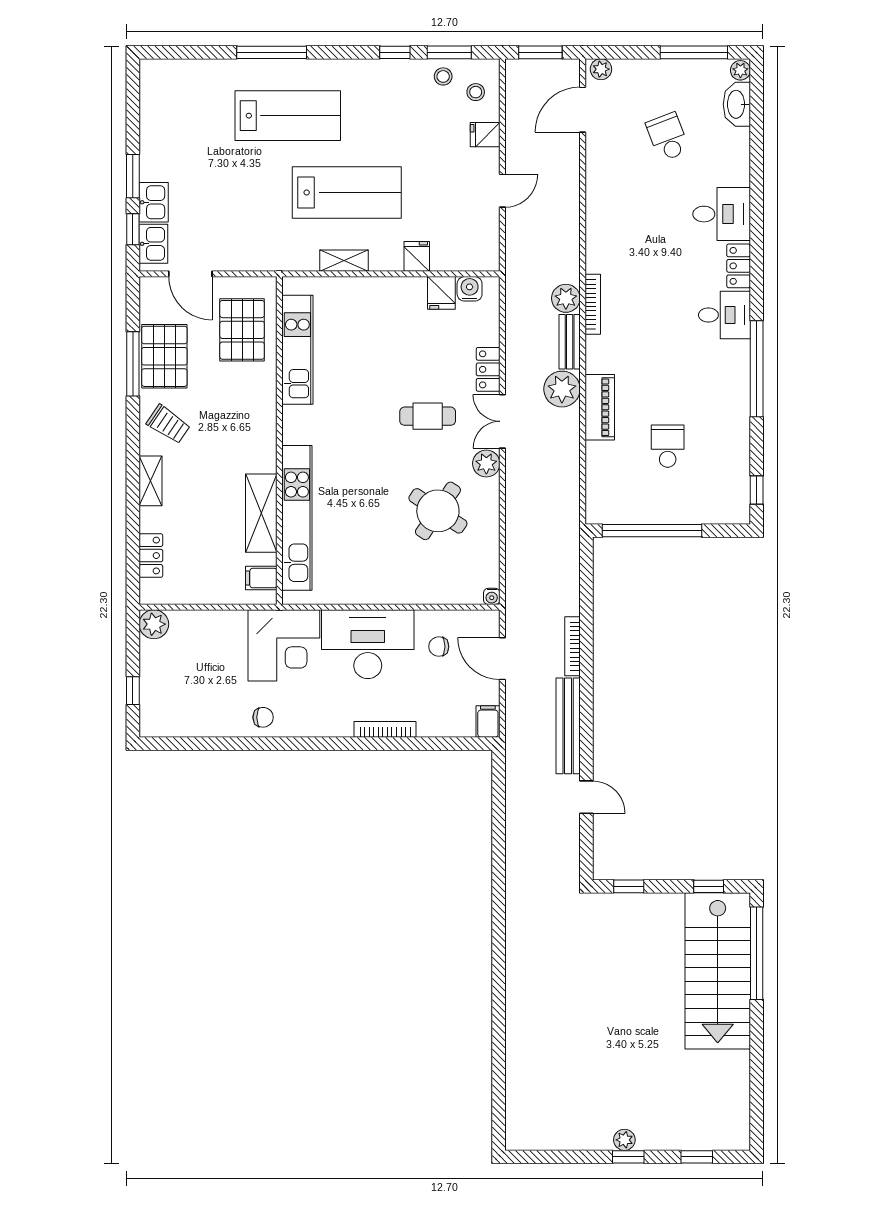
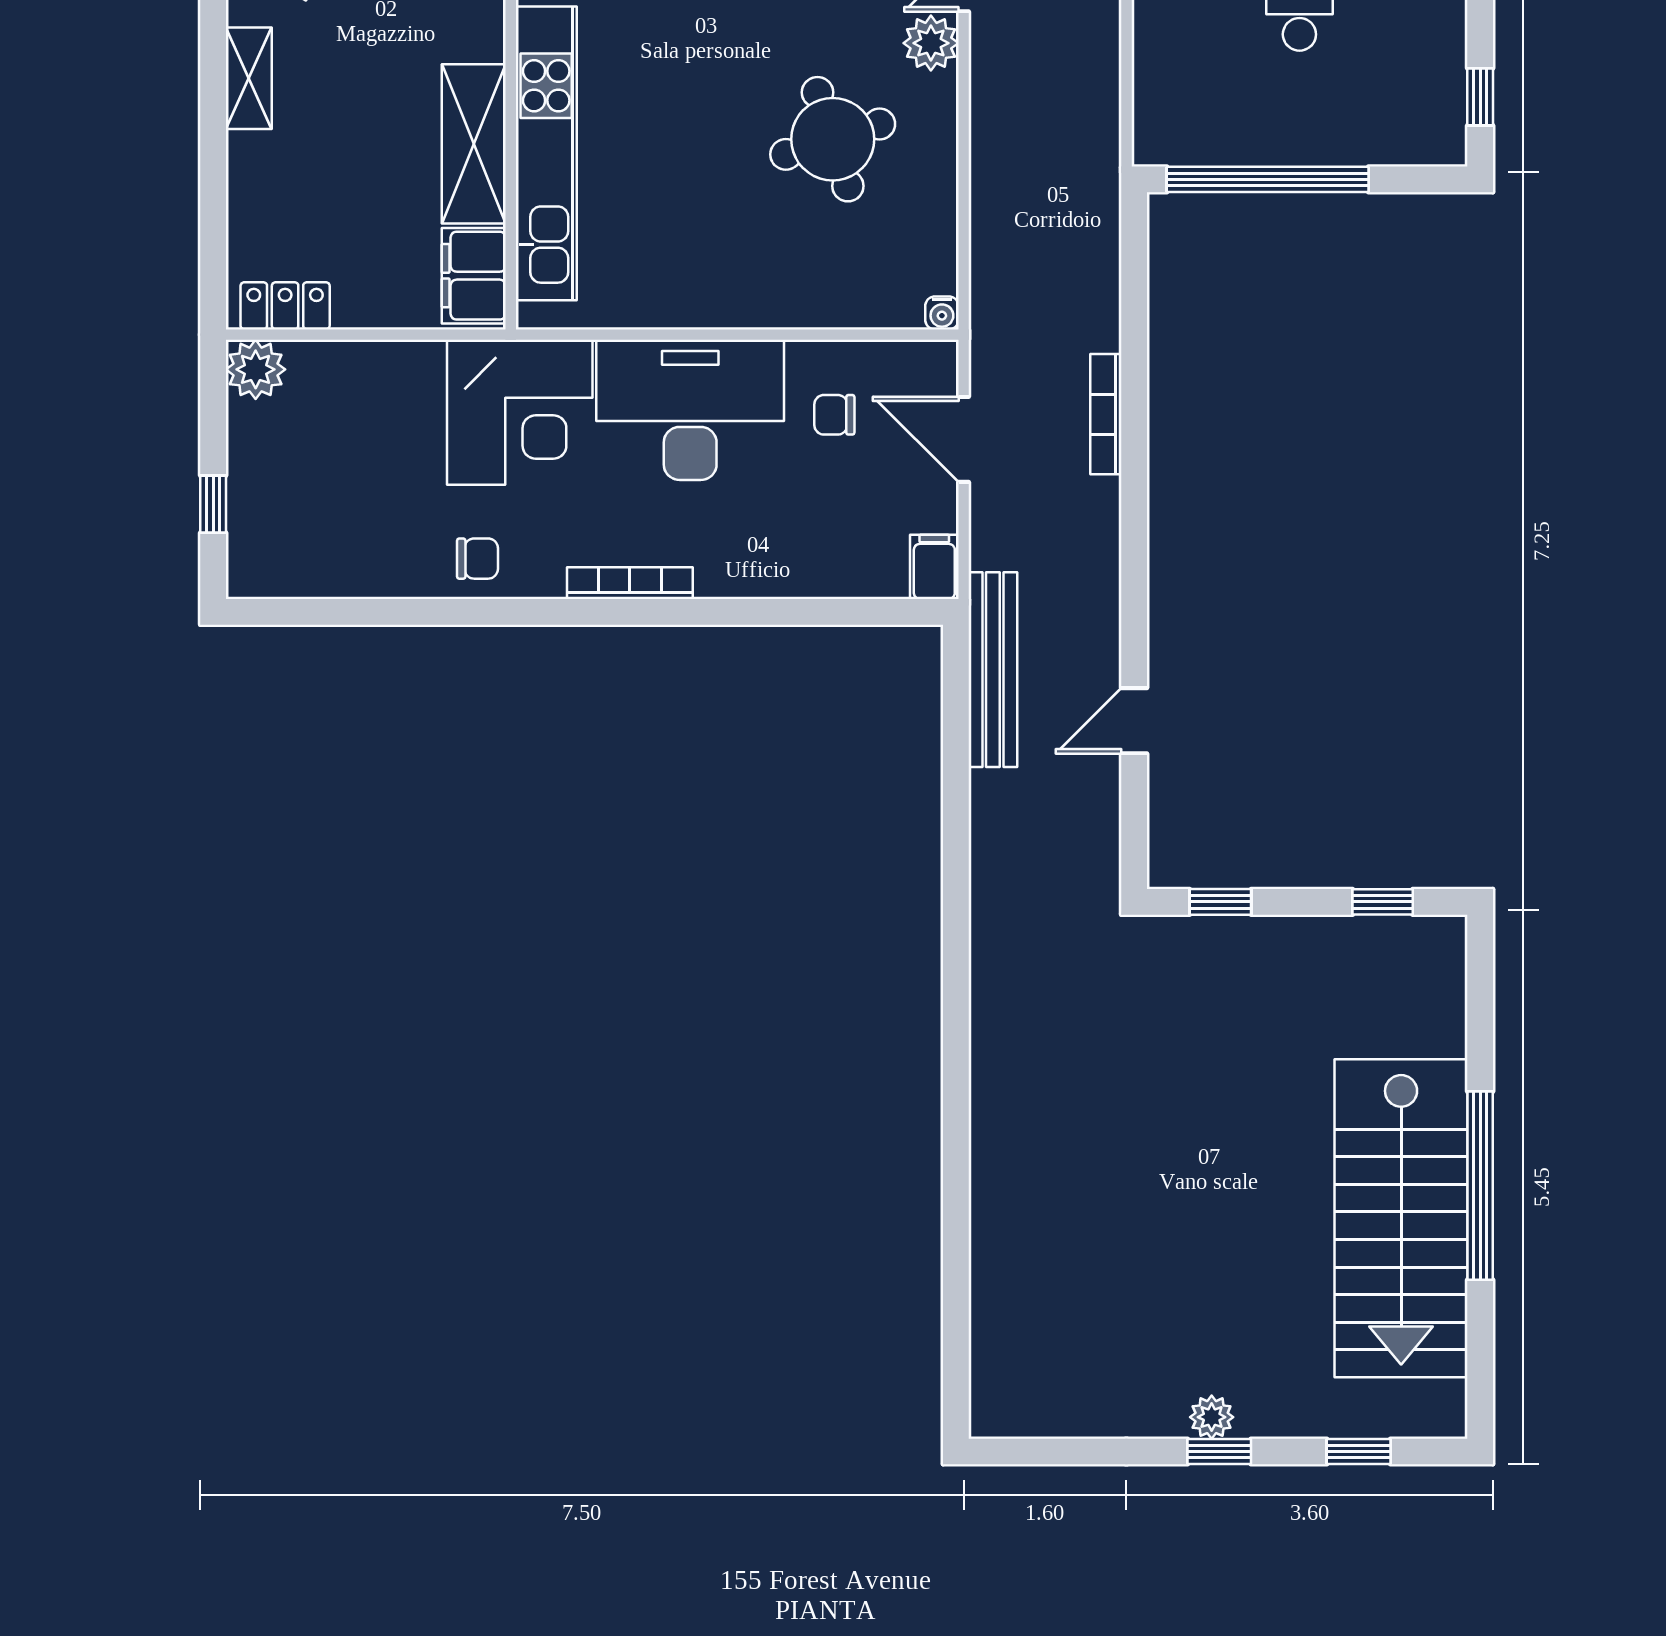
round table: (438, 511) -> (833, 139), turned 38
locker: (151, 556) -> (285, 306), moved, turned -90
filing cabinet: (261, 578) -> (474, 276), width x2.00
bench: (568, 726) -> (993, 670), moved
bookcase: (385, 729) -> (630, 583), moved
door: (586, 797) -> (1134, 721), swing flipped
window: (757, 953) -> (1480, 1186), moved
stairs: (718, 971) -> (1401, 1218), moved

